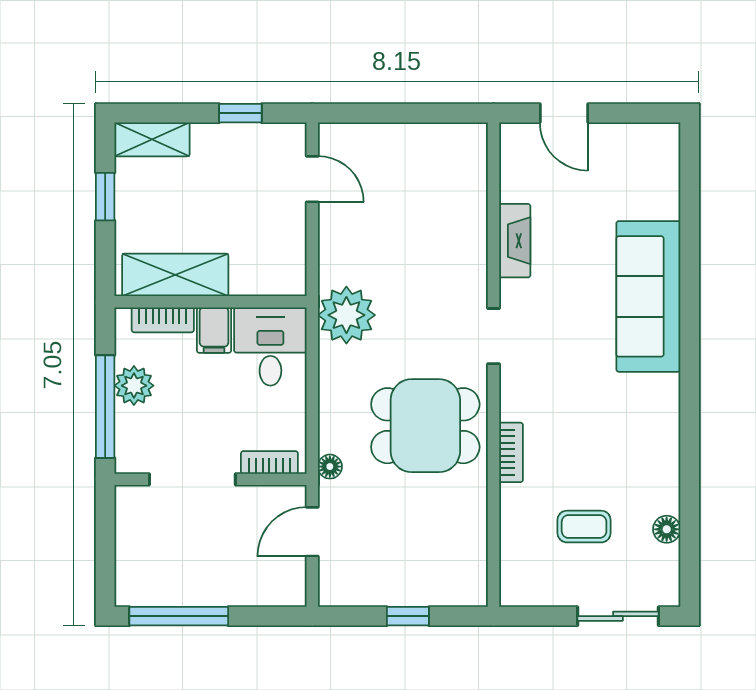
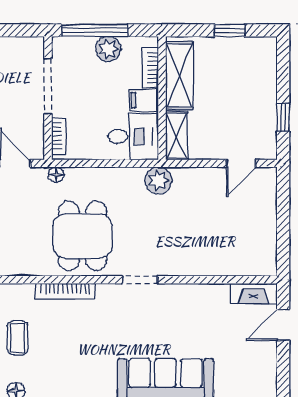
shelving: (152, 139) -> (176, 136), moved
fireplace: (515, 241) -> (254, 293), moved
plant: (346, 315) -> (158, 180), width x0.73, depth x0.73
bookcase: (511, 452) -> (65, 291), width x1.56

